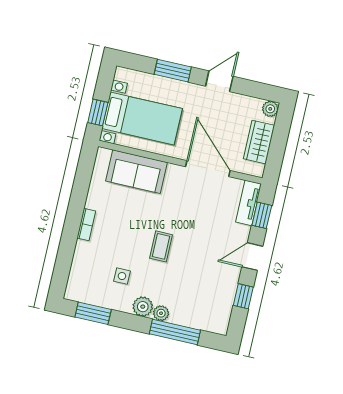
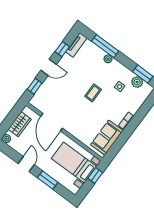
door: (219, 81) -> (26, 164), swing flipped
sofa: (136, 172) -> (107, 138), moved, turned -90
tv unit: (248, 203) -> (76, 45), moved
plant: (143, 307) -> (137, 82), moved

